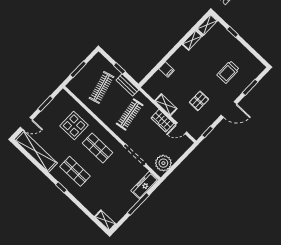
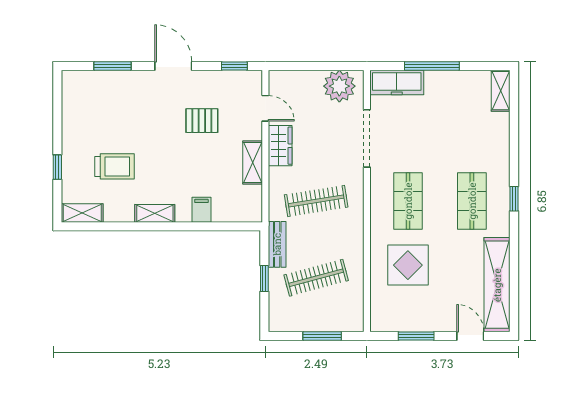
shelving: (192, 40) -> (155, 213), moved
trolley: (228, 72) -> (114, 166), moved

